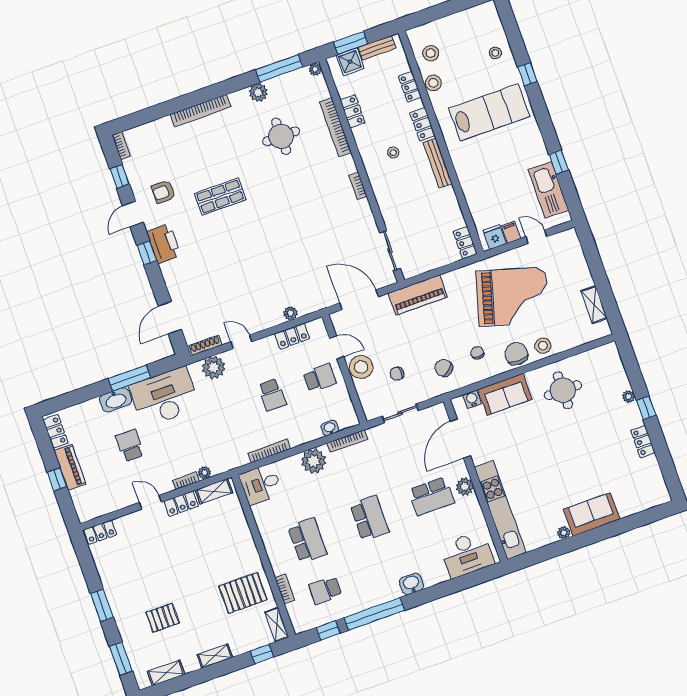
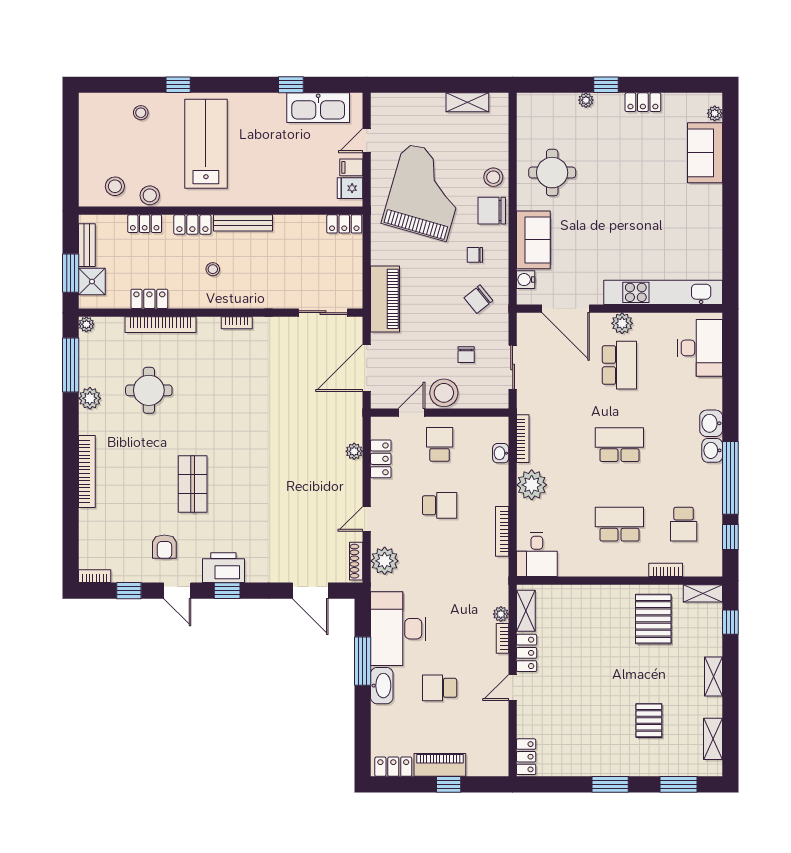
sofa: (592, 514) -> (705, 153), moved
plant: (564, 533) -> (715, 113), moved
washbasin: (391, 592) -> (712, 450), added

